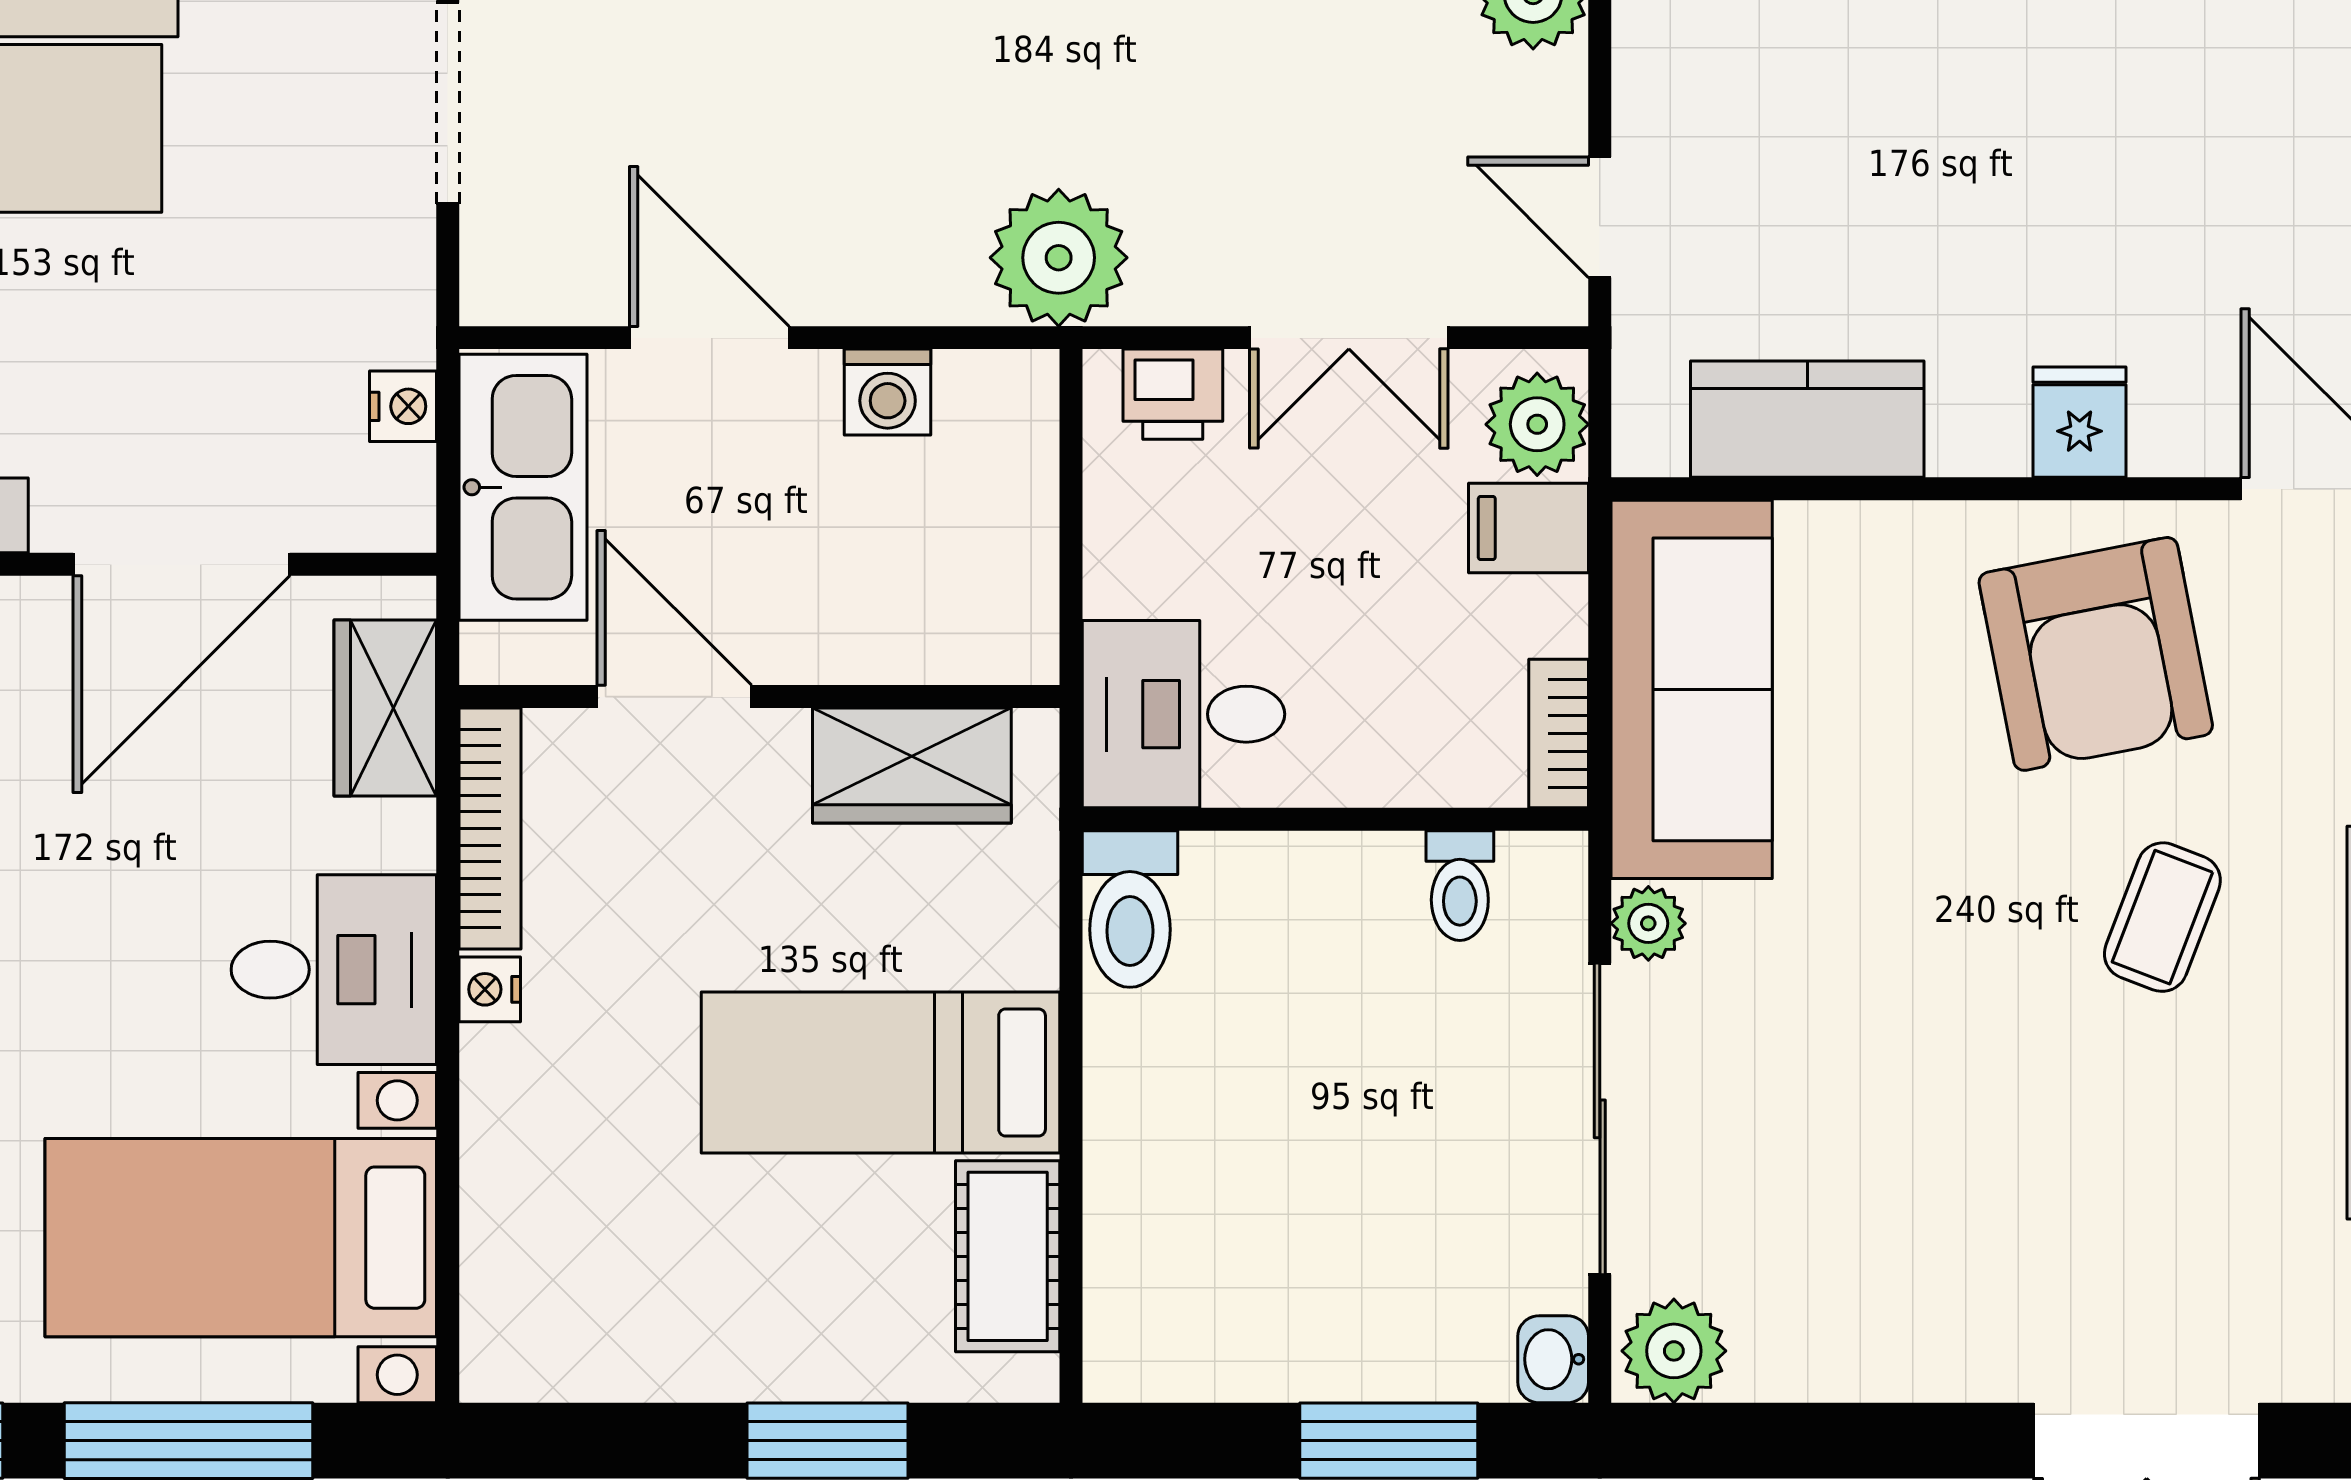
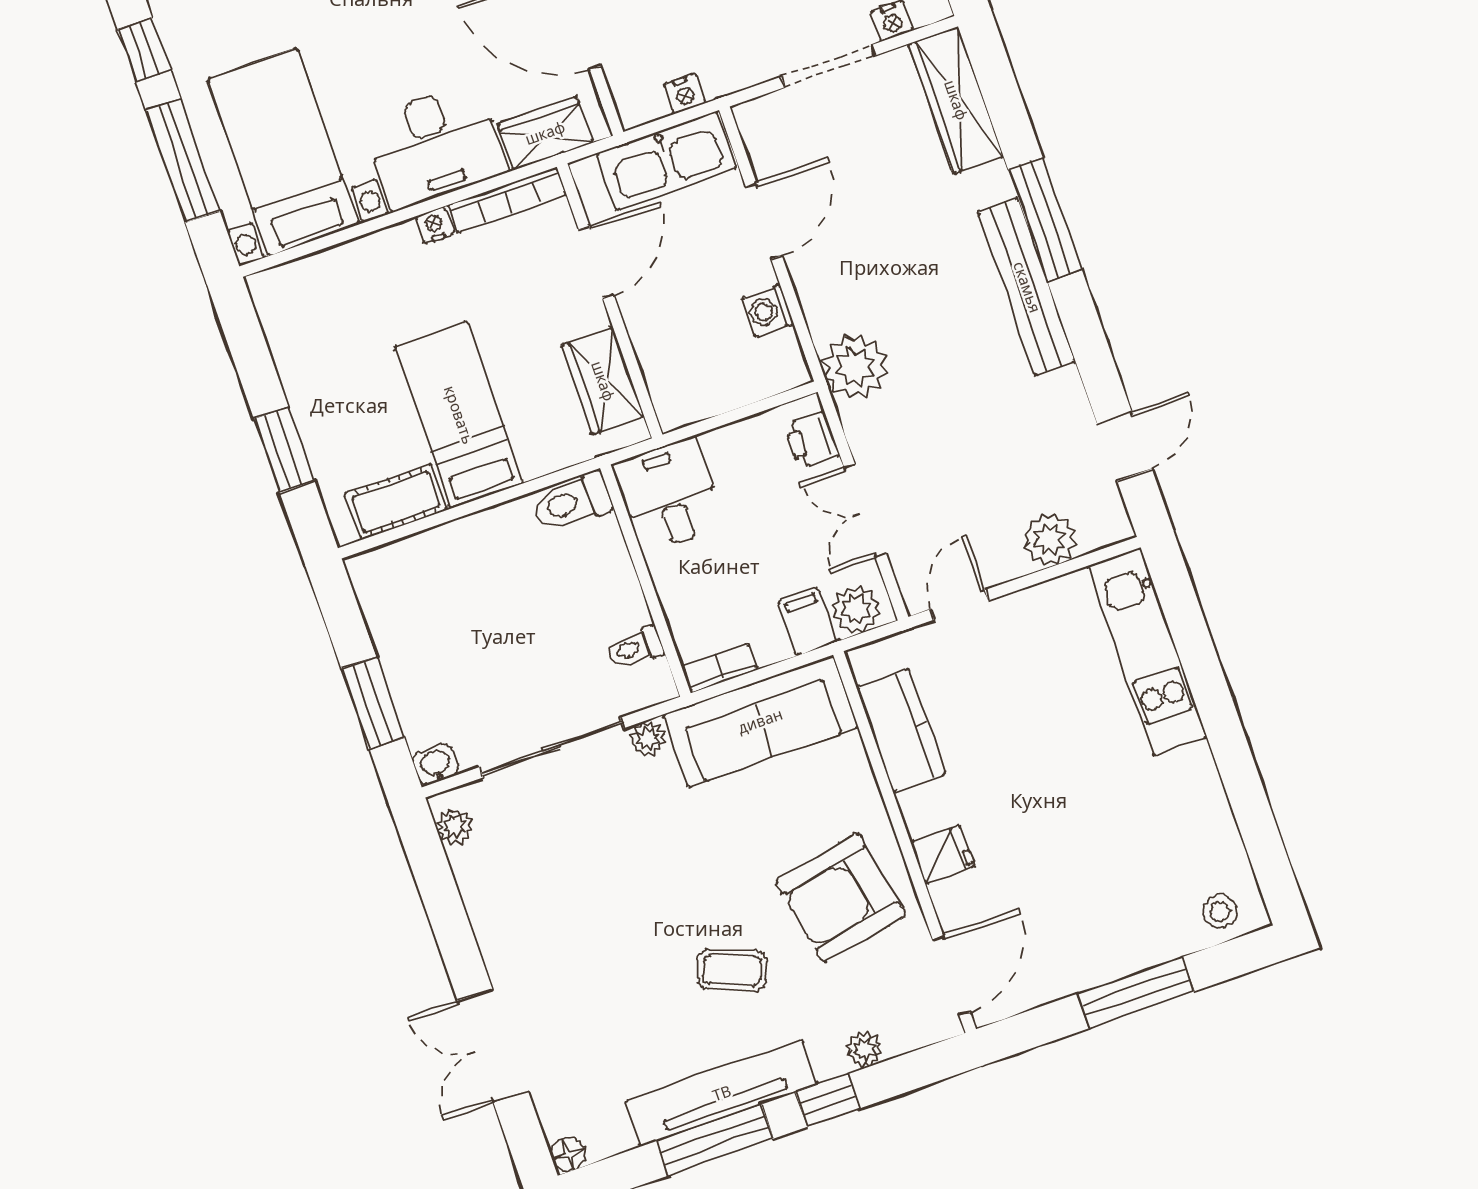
desk: (334, 970) -> (435, 146), width x1.37
plant: (1674, 1351) -> (454, 826), width x0.73, depth x0.73

